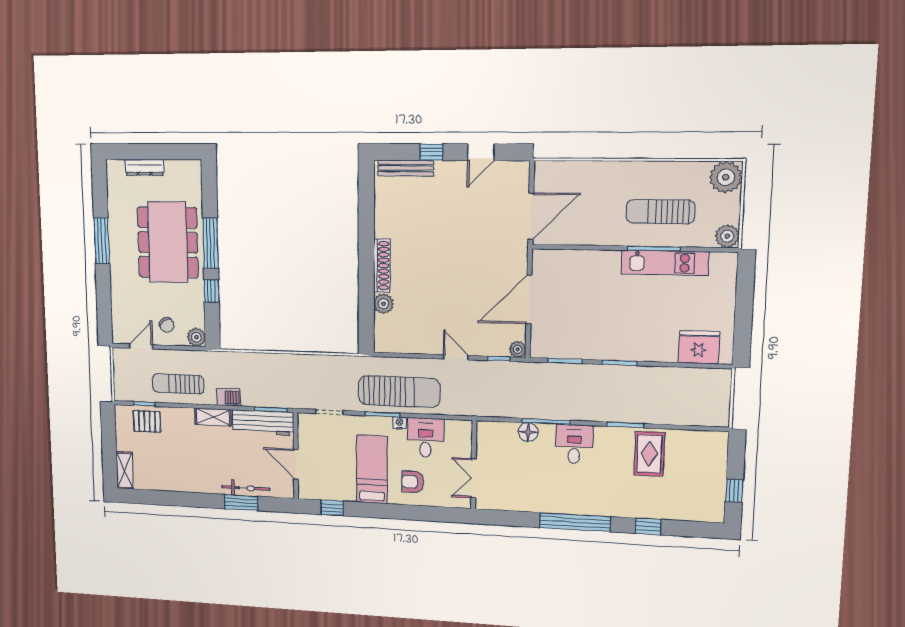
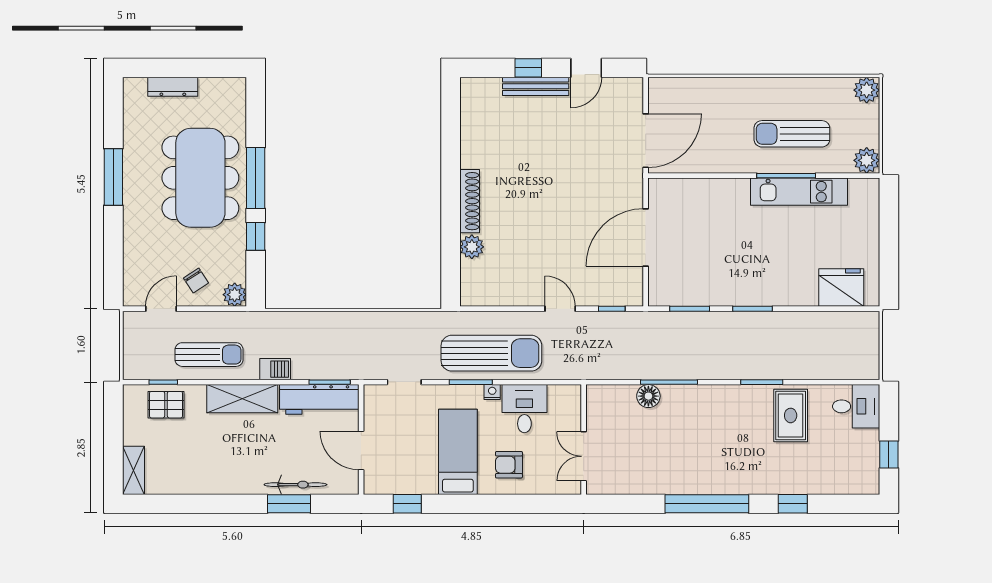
bench: (406, 168) -> (536, 86), moved
plant: (726, 177) -> (867, 90), width x0.73, depth x0.73
plant: (518, 349) -> (634, 297), removed
sun lounger: (178, 384) -> (209, 355), turned 180
shelving: (213, 417) -> (242, 399), width x1.50, depth x1.33
desk: (574, 444) -> (856, 406), moved, turned 90

